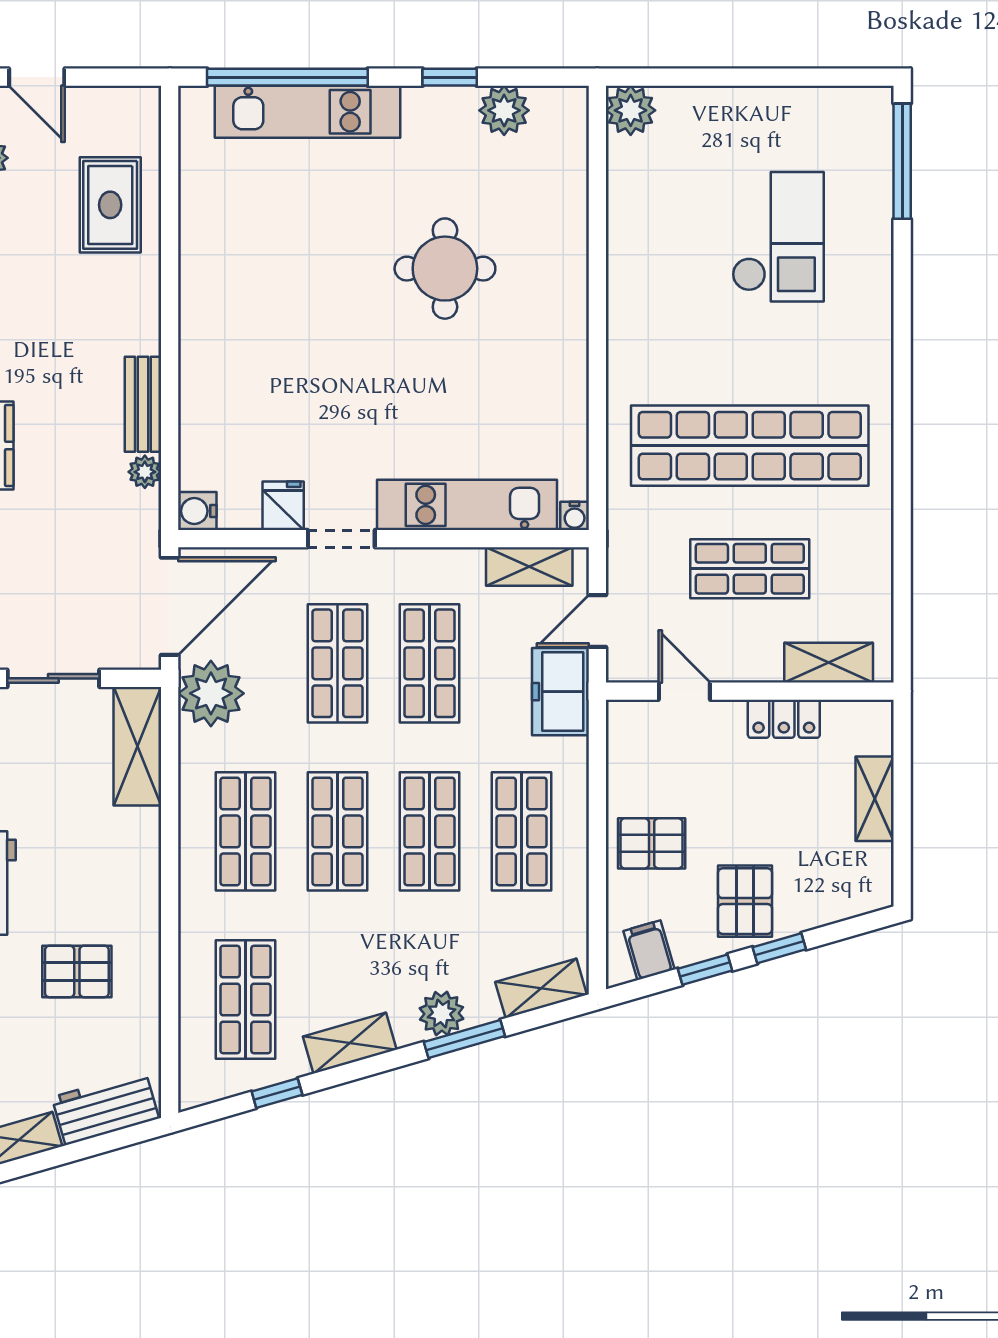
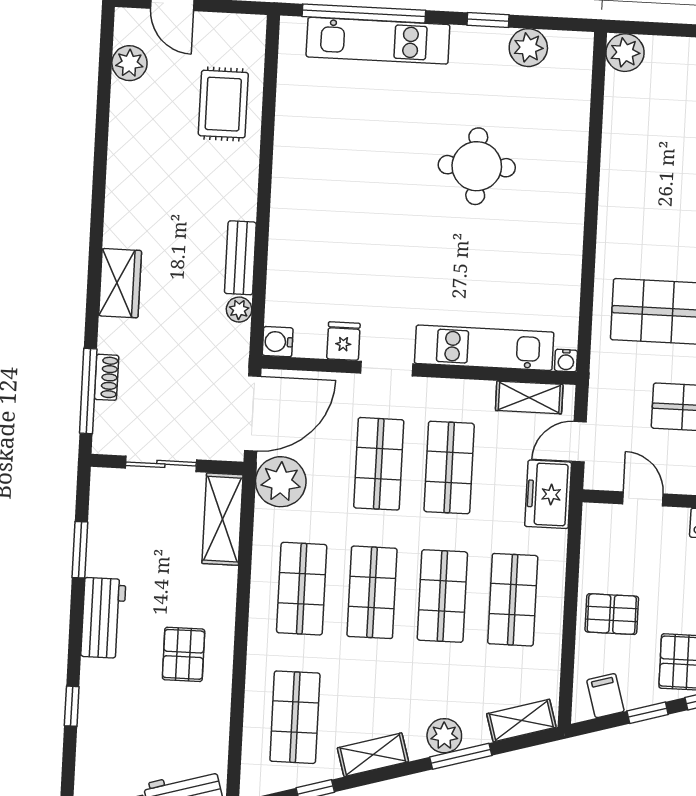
pallet: (77, 971) -> (184, 654), moved, turned 90

